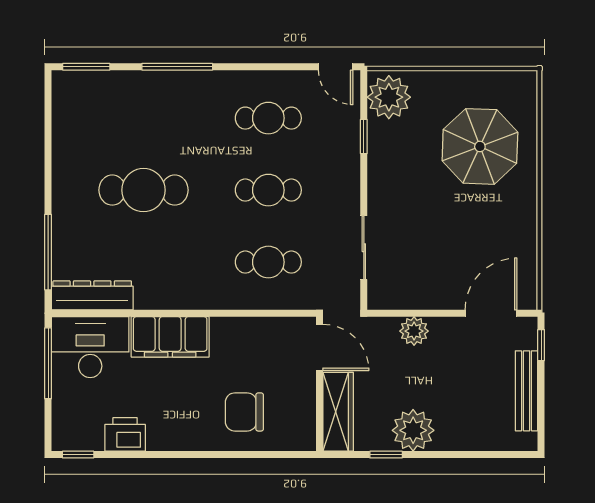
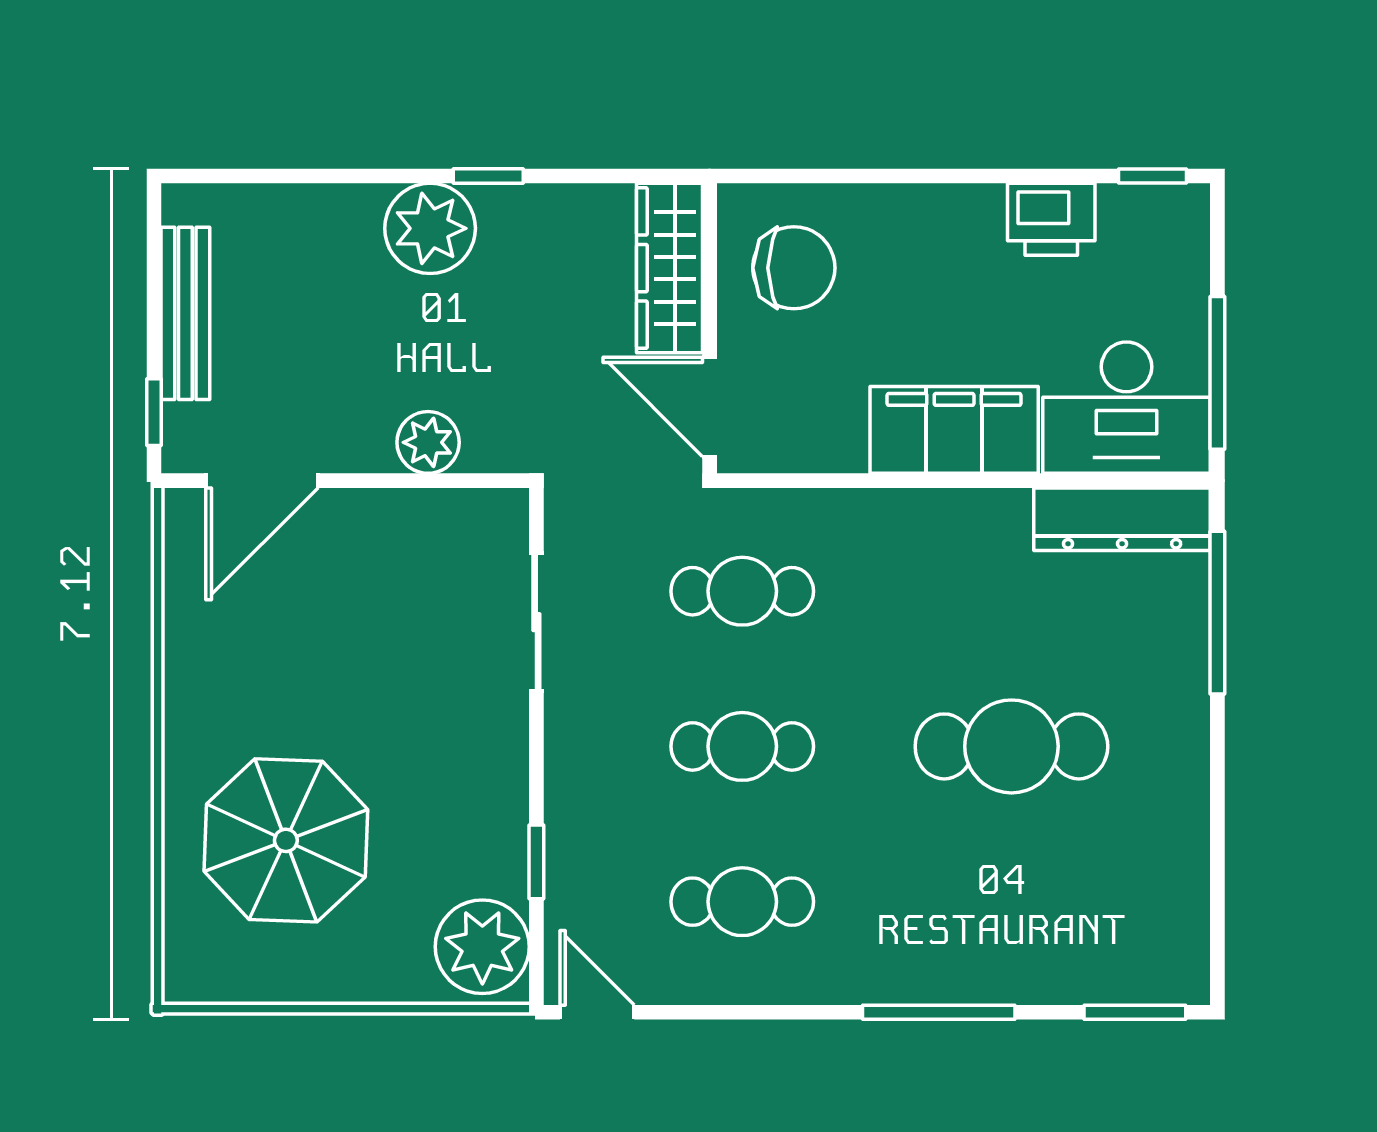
door: (319, 347) -> (710, 407), moved
wall: (319, 384) -> (710, 328), moved
wardrobe: (338, 412) -> (670, 268), moved

